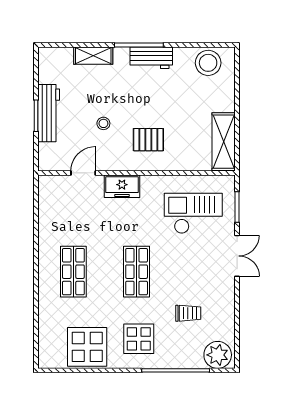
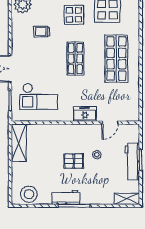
shelving: (93, 56) -> (127, 199), moved
pallet: (148, 140) -> (74, 161), moved
shop shelf: (73, 272) -> (116, 59), width x1.43, depth x1.36

